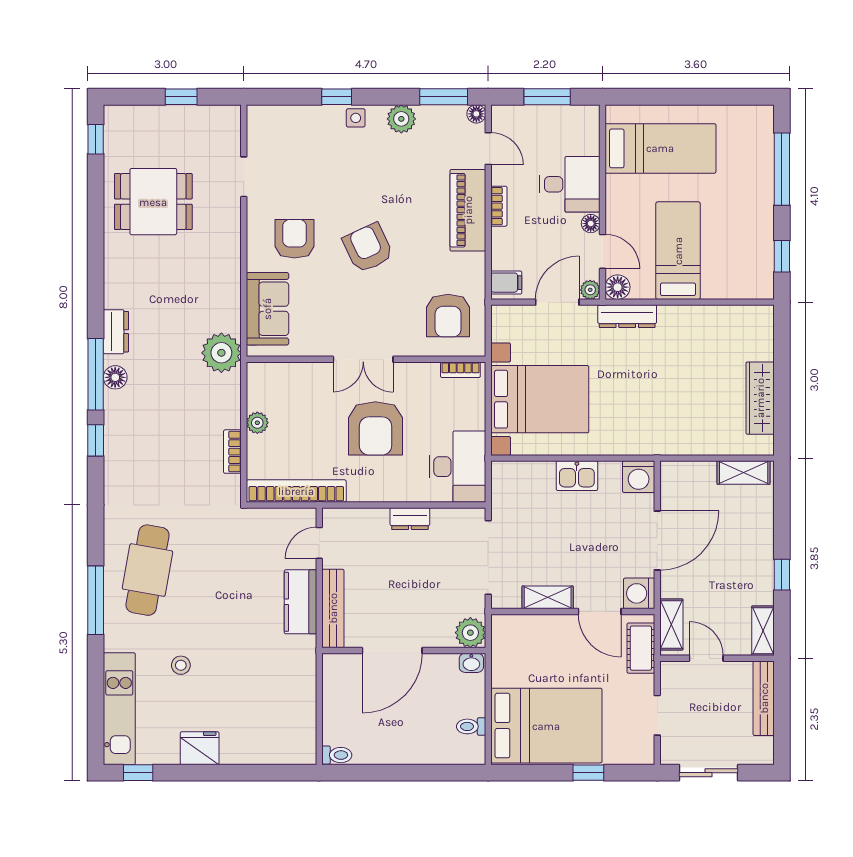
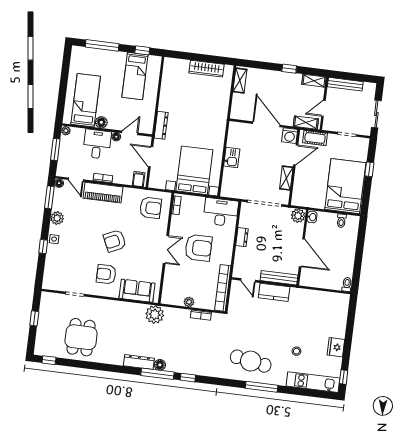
door: (488, 149) -> (76, 180), swing flipped
bed: (678, 251) -> (135, 76), moved, turned -90
floor lamp: (618, 287) -> (101, 122), moved
plant: (590, 290) -> (66, 131), moved
dresser: (116, 332) -> (139, 362), width x1.44
washing machine: (639, 477) -> (236, 129), removed

